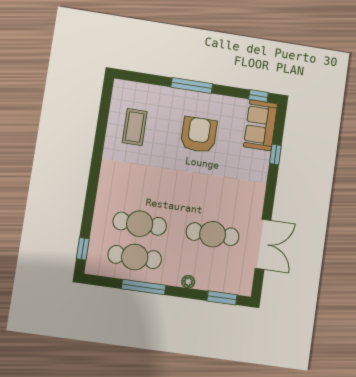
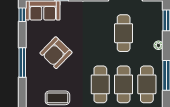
armchair: (199, 135) -> (56, 53), turned -46
cafe table: (145, 191) -> (100, 84), added

